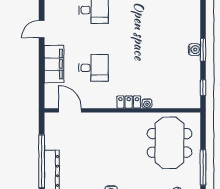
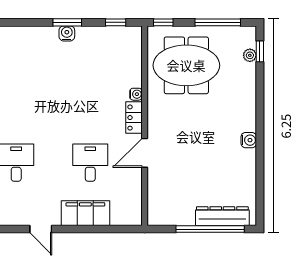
door: (70, 110) -> (145, 153), moved
window: (203, 125) -> (163, 22), added

